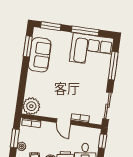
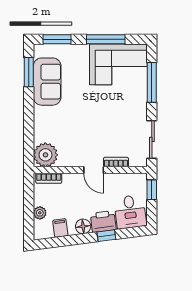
window: (15, 138) -> (29, 203), removed

